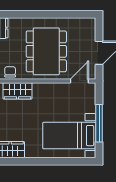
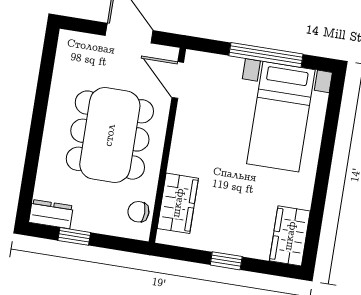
dining table: (46, 51) -> (110, 135), turned 90

